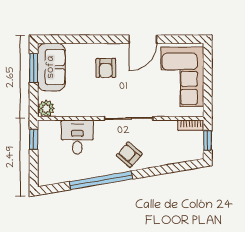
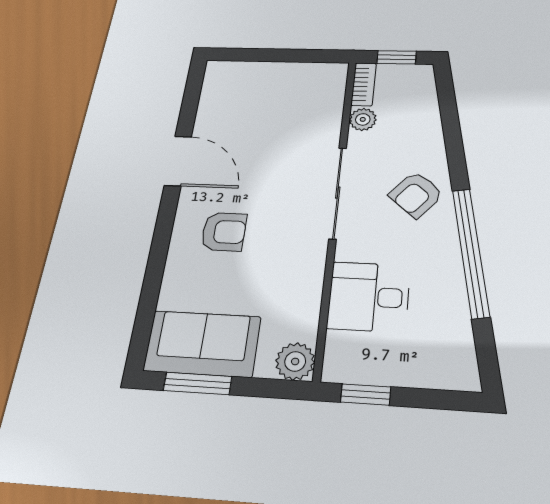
corner sofa: (182, 77) -> (265, 96), removed
plant: (170, 127) -> (363, 119), added

